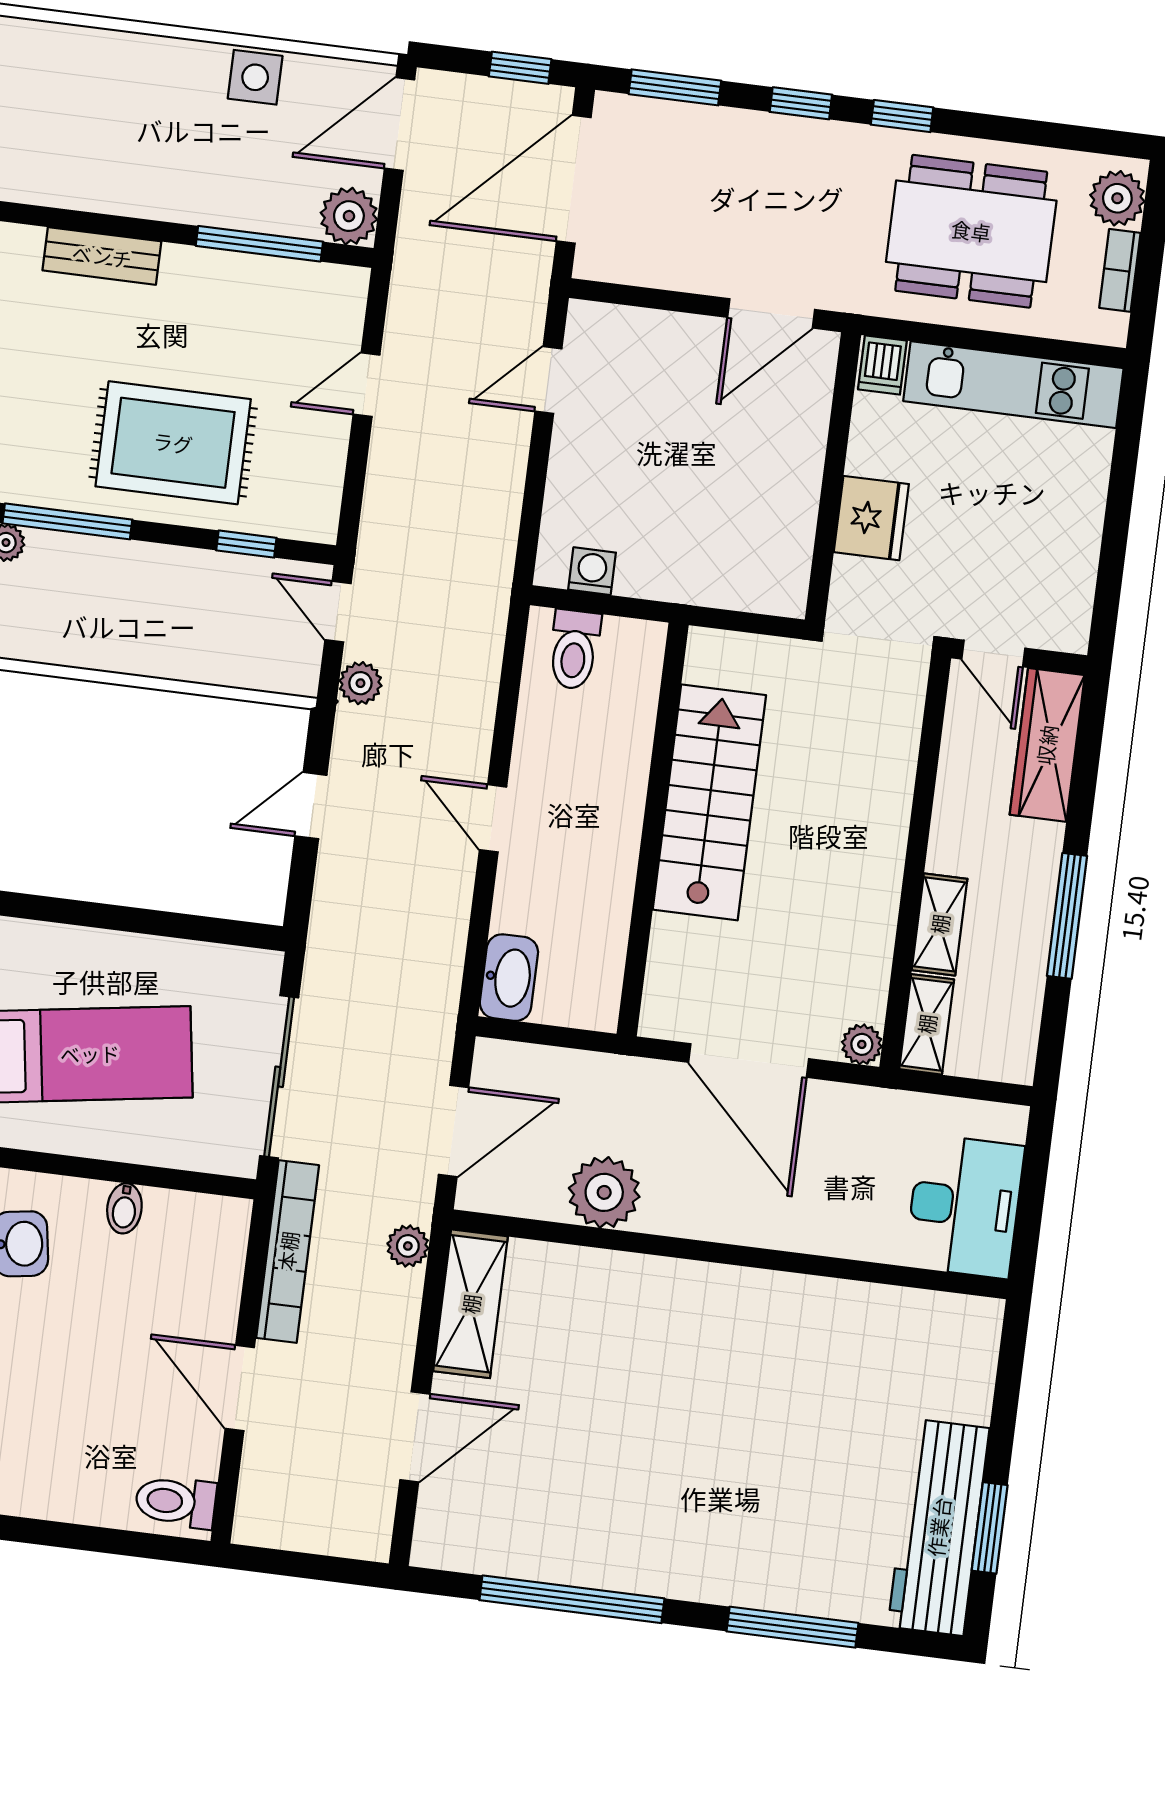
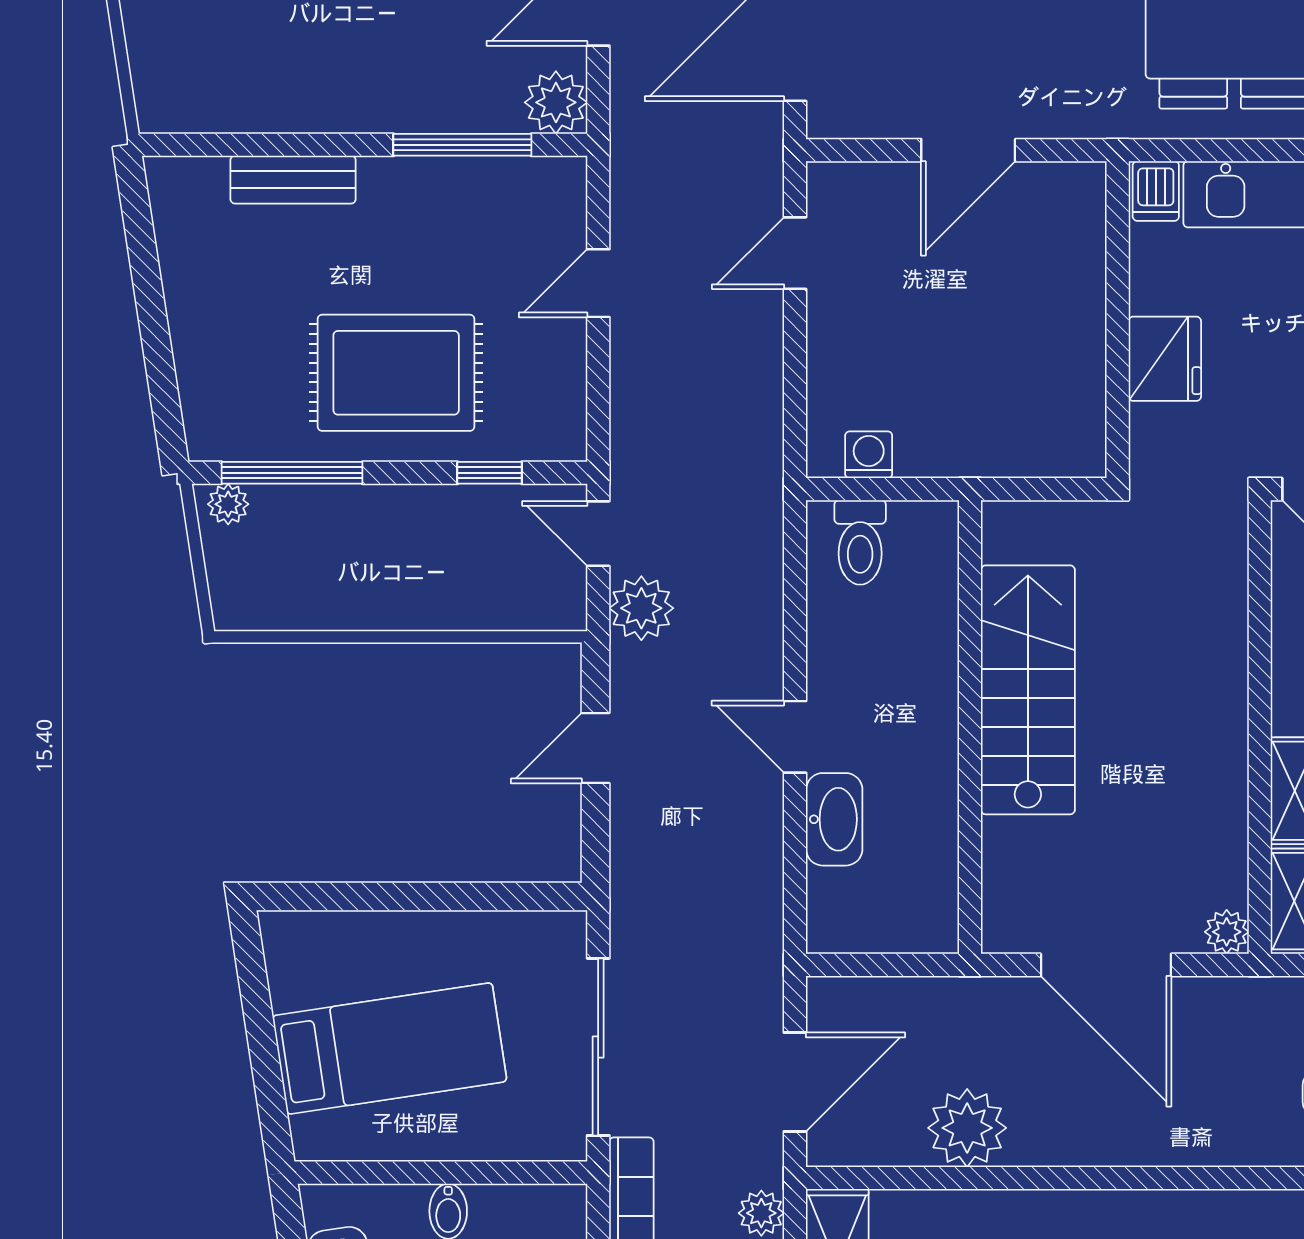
door: (771, 313) -> (968, 150), moved
plant: (360, 683) -> (641, 608), width x1.38, depth x1.38
washbasin: (509, 978) -> (834, 819), moved

